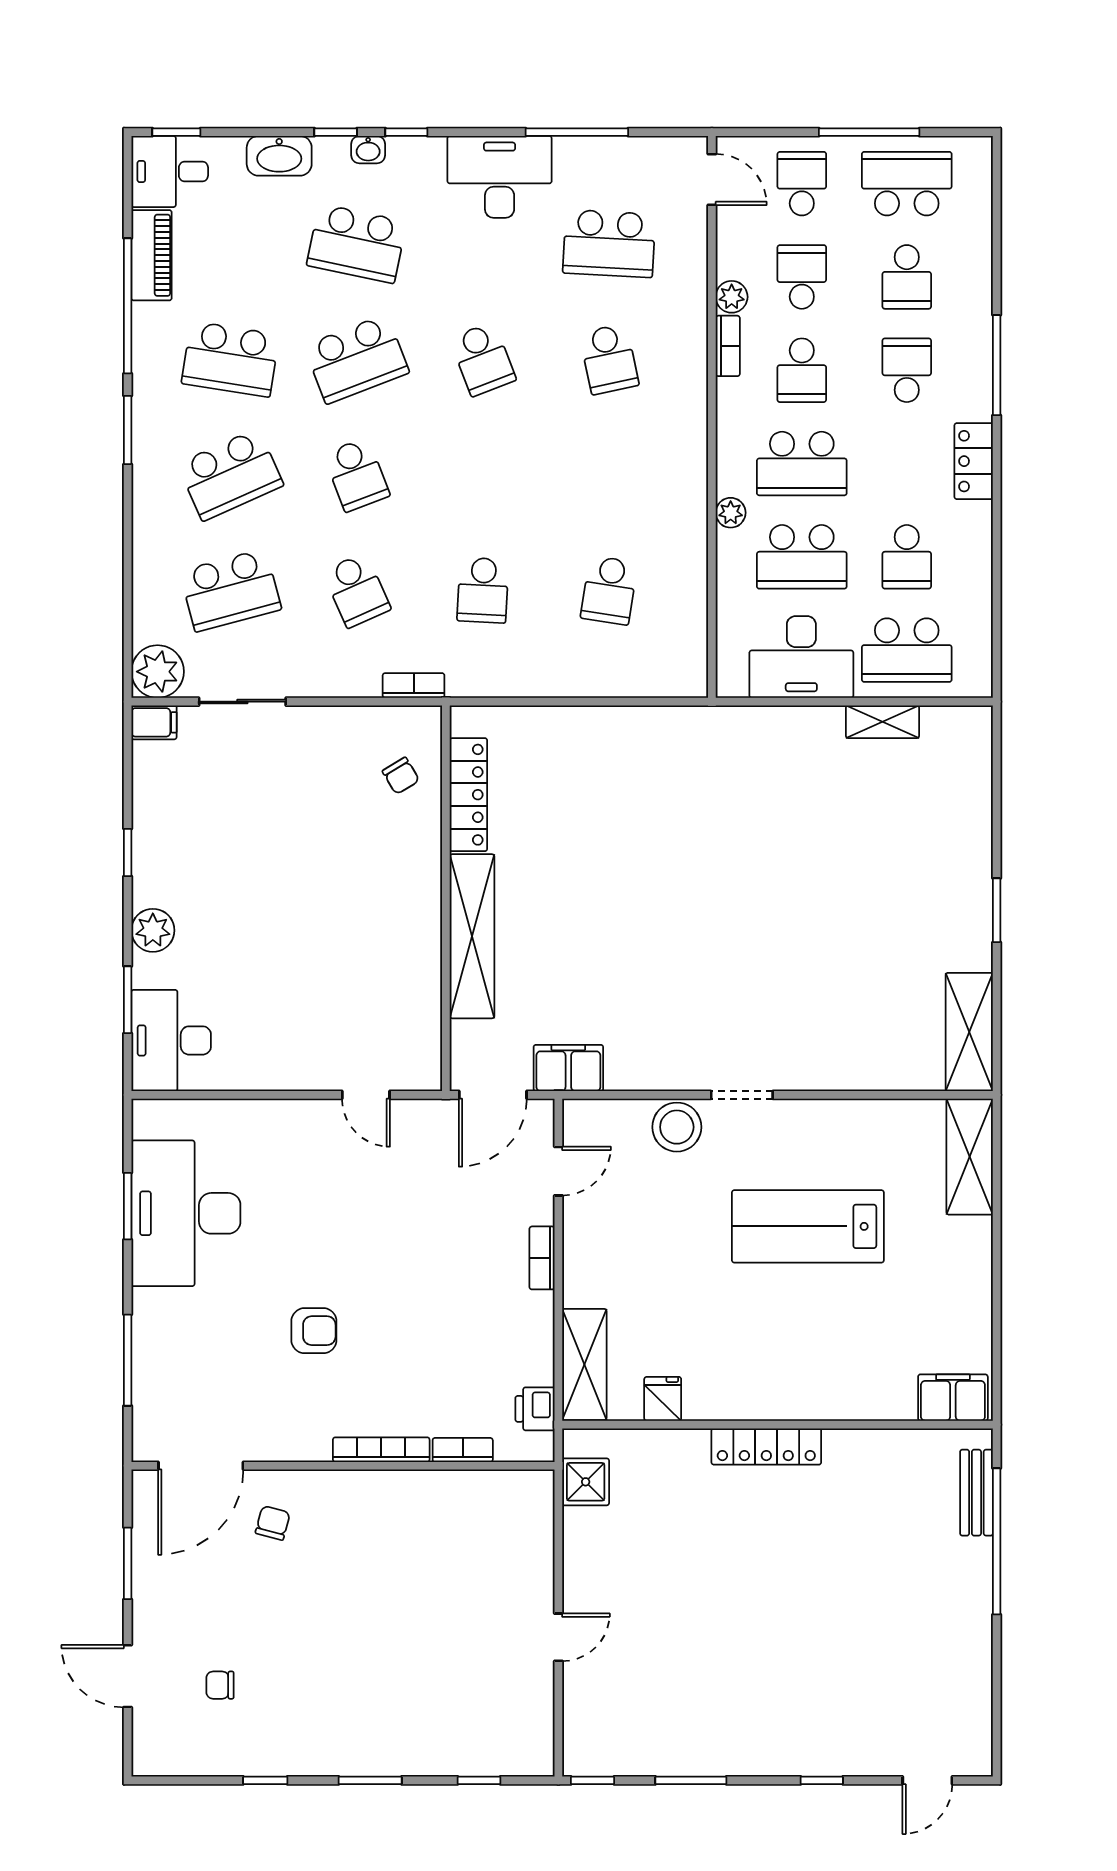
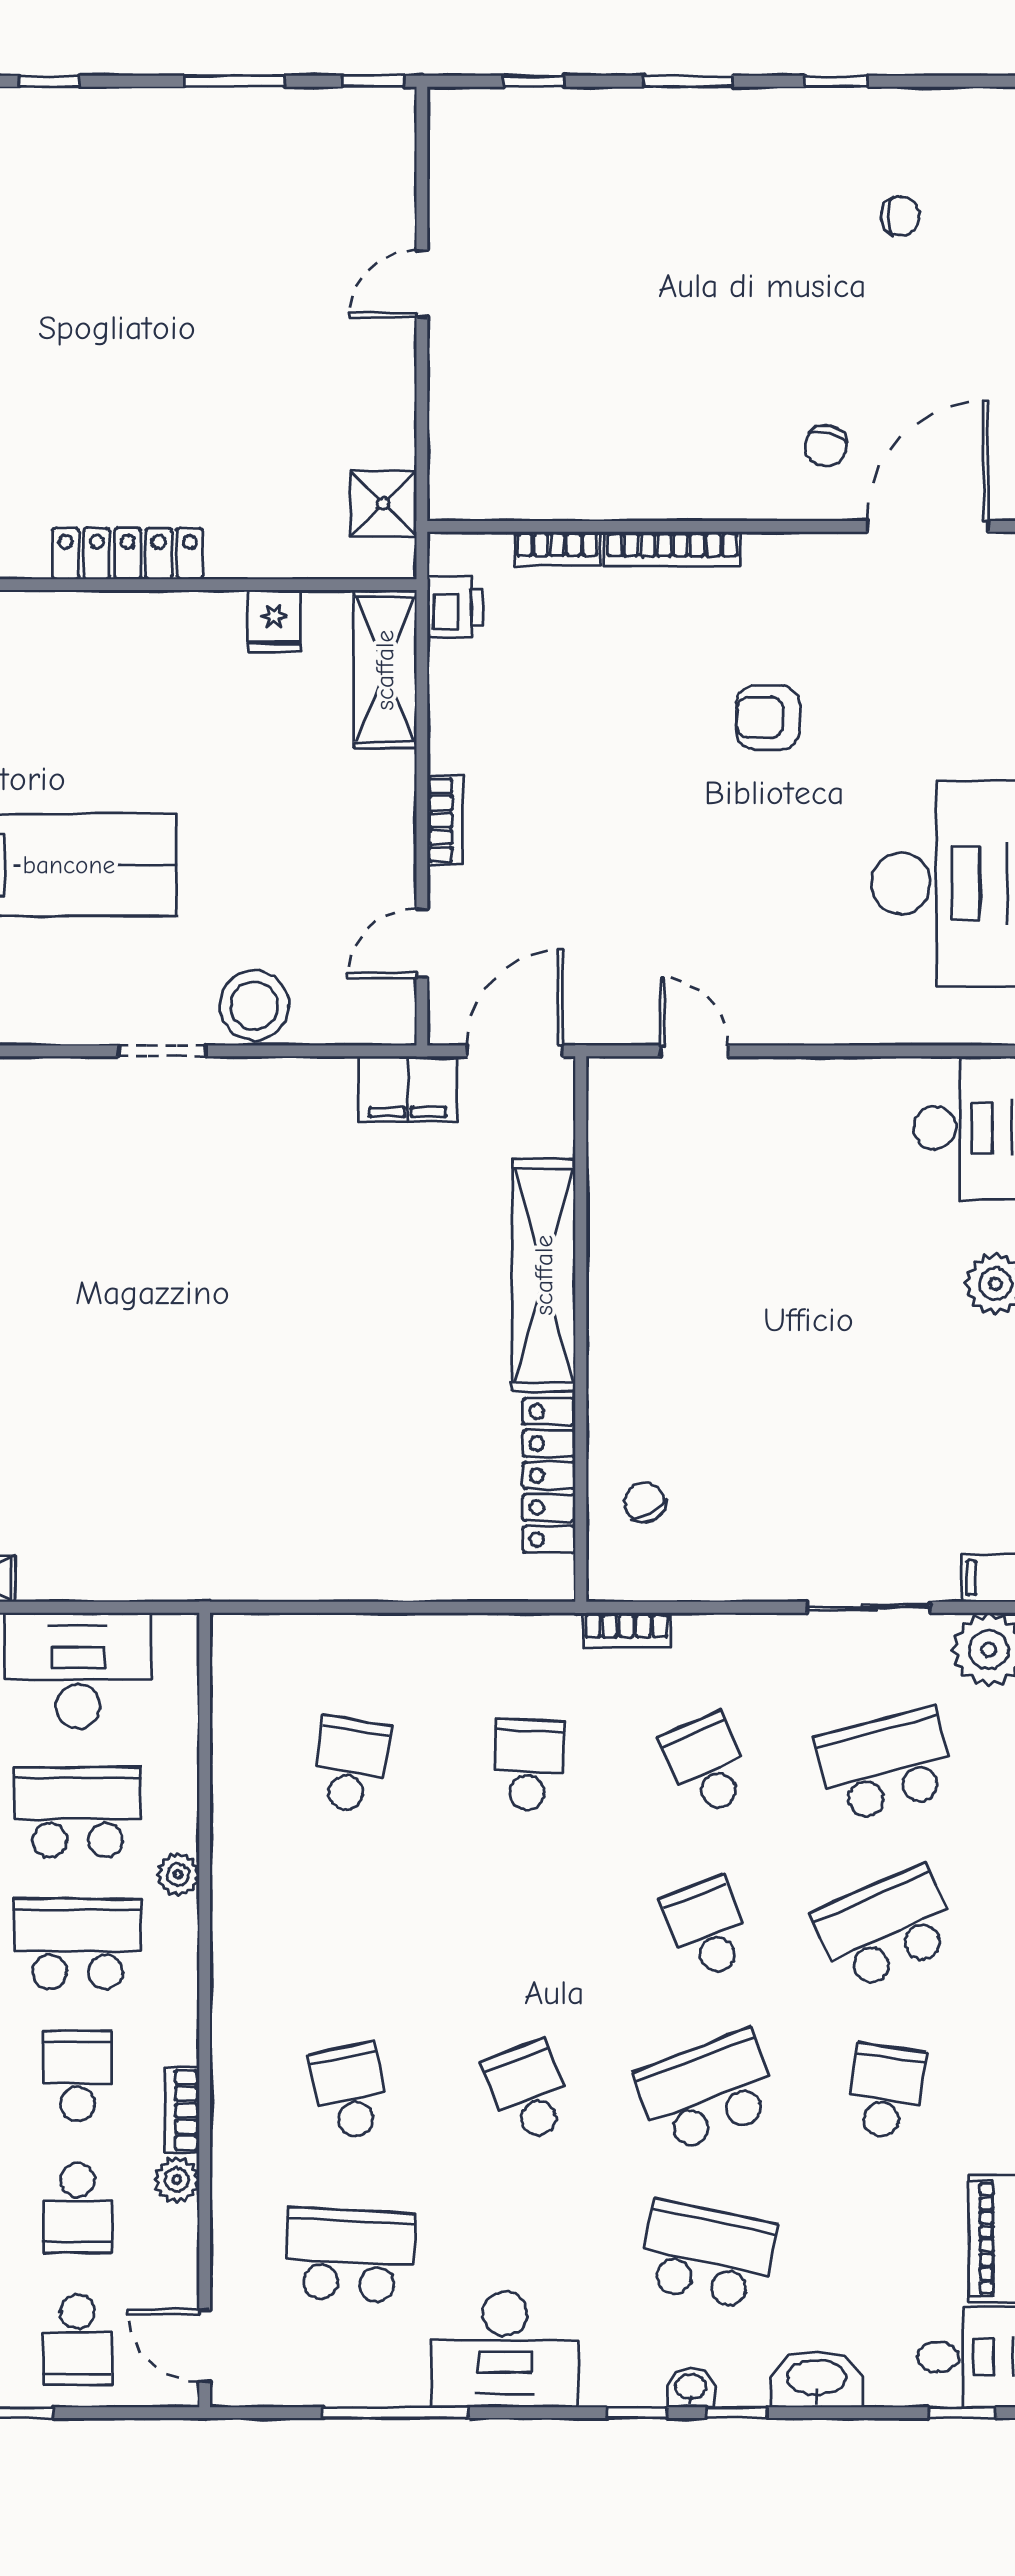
school desk: (230, 359) -> (886, 2092), width x0.54

